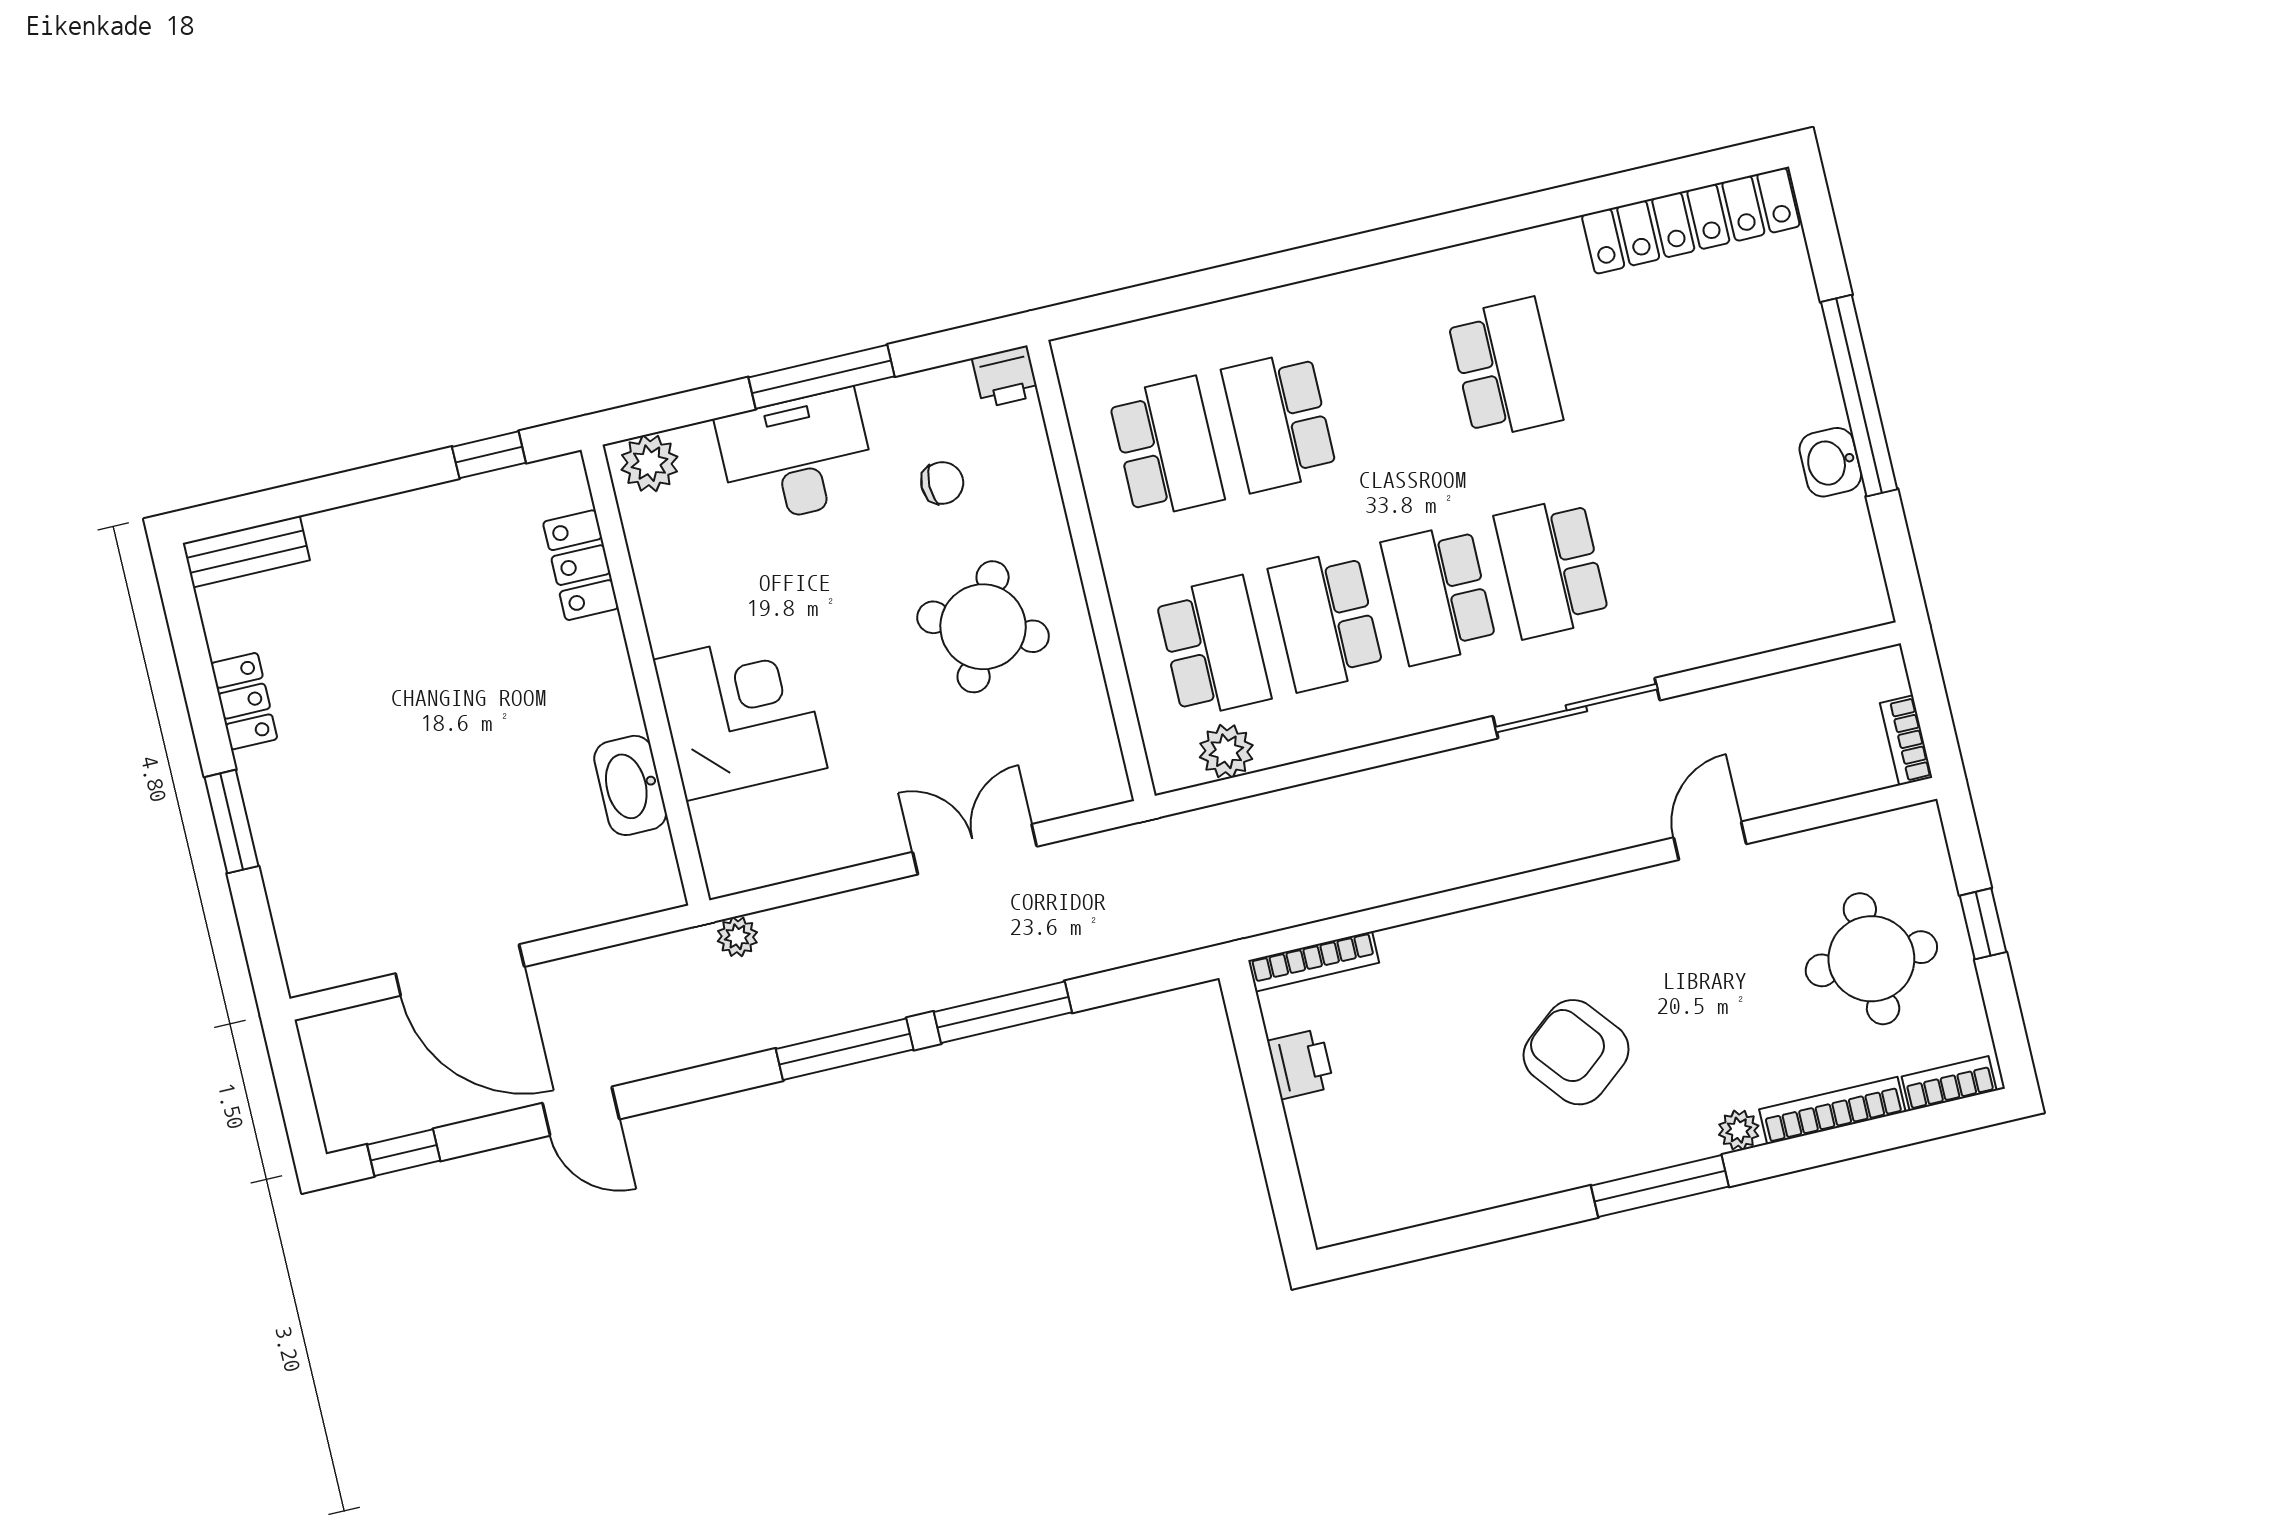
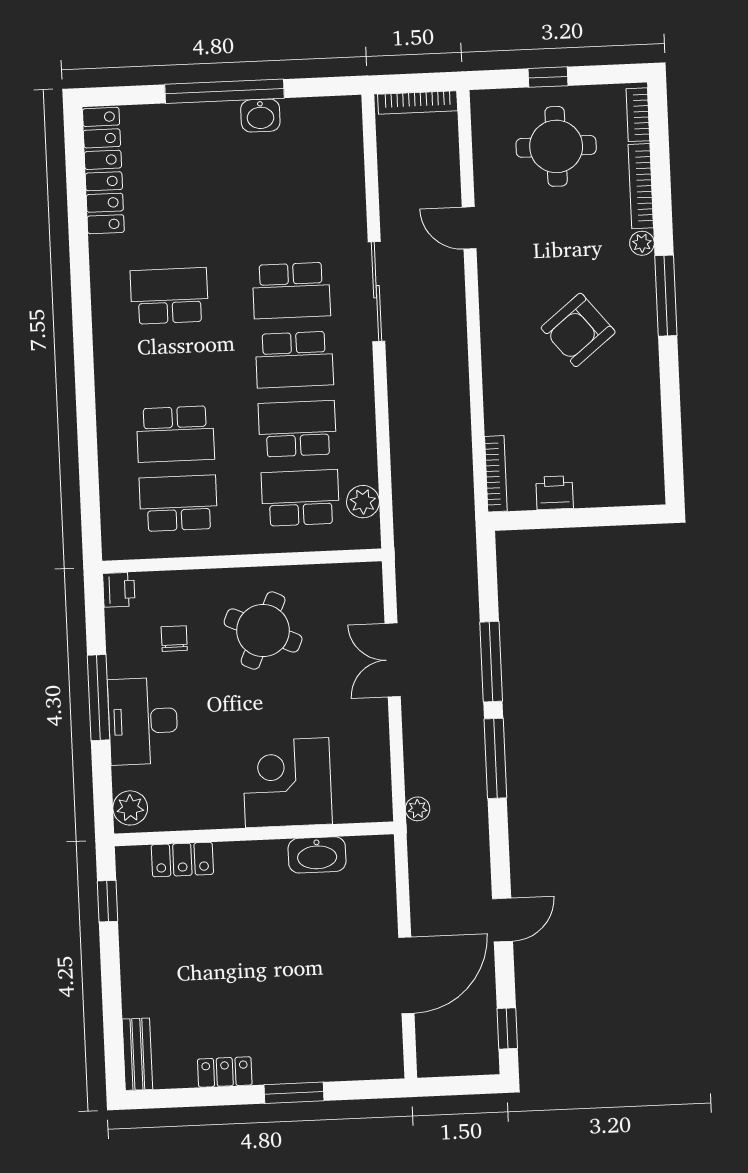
school desk: (1326, 620) -> (297, 429), turned 180
bookcase: (1906, 740) -> (418, 102), width x1.56

